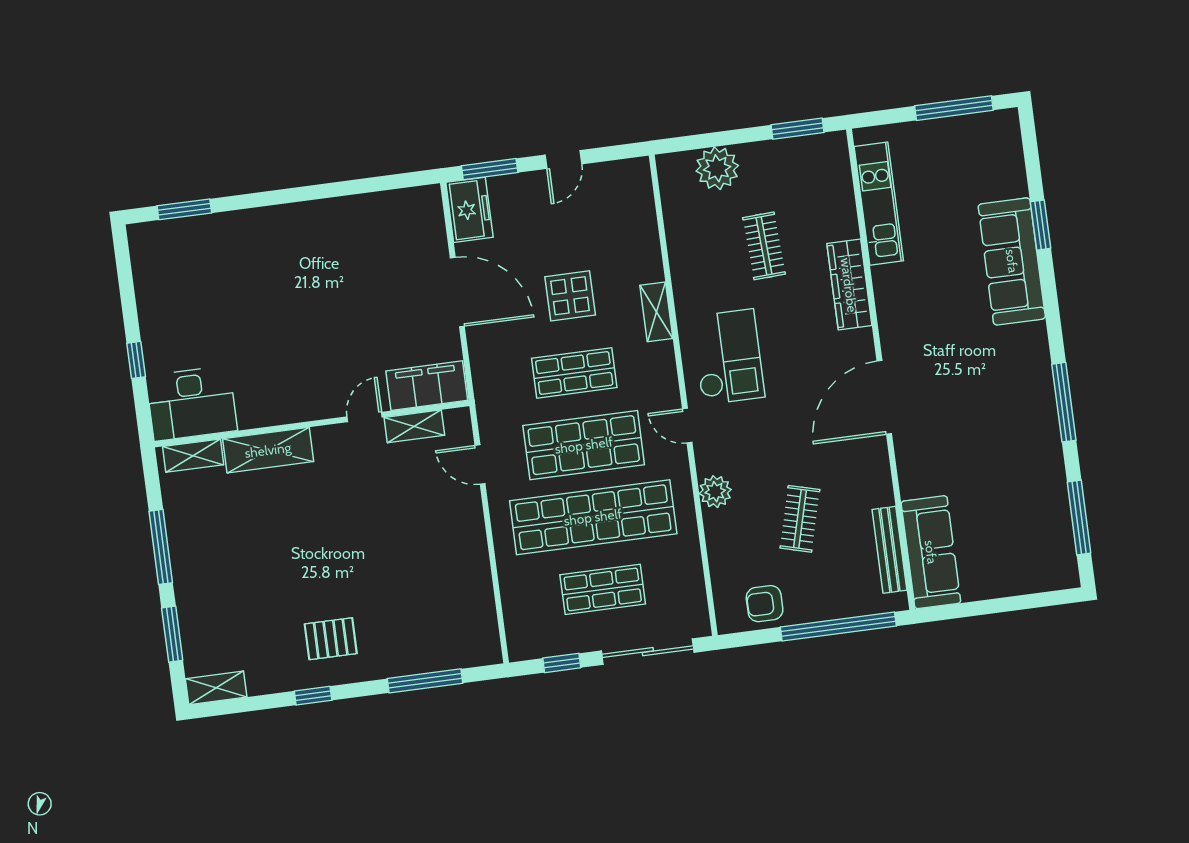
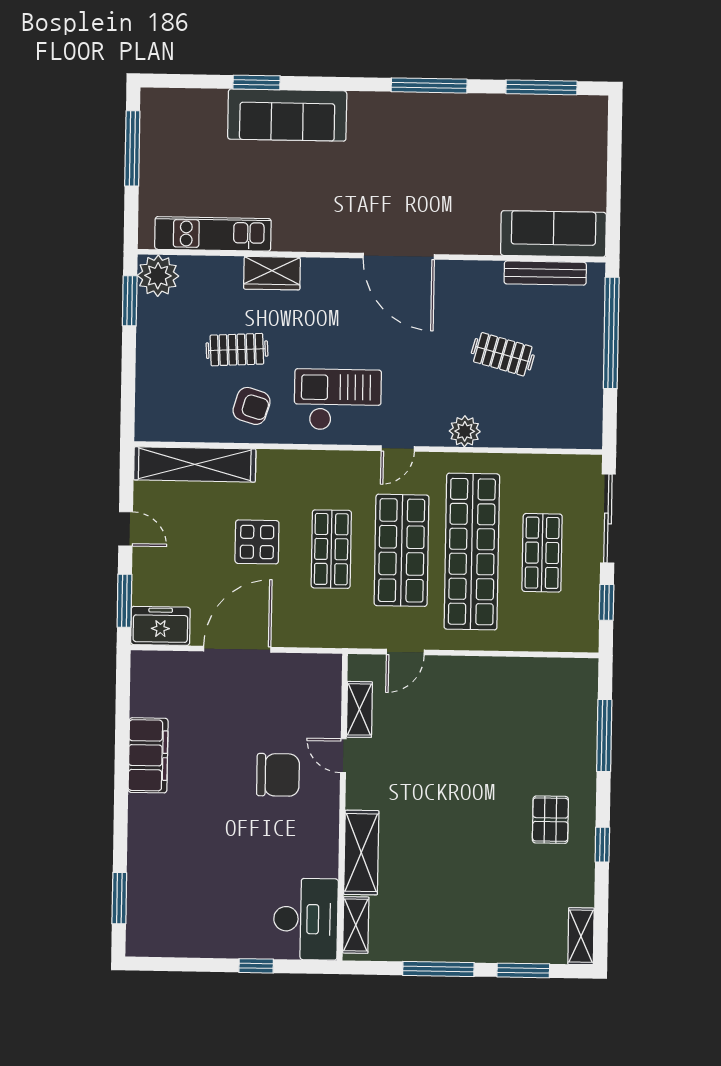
plant: (717, 168) -> (158, 276), moved
wardrobe: (849, 285) -> (272, 273), width x0.67
shelving: (656, 312) -> (195, 464), moved, width x2.20, depth x1.33
chair: (335, 353) -> (278, 775), added
filing cabinet: (427, 386) -> (148, 755), moved, turned 180
armchair: (765, 604) -> (252, 406), moved, turned -73

